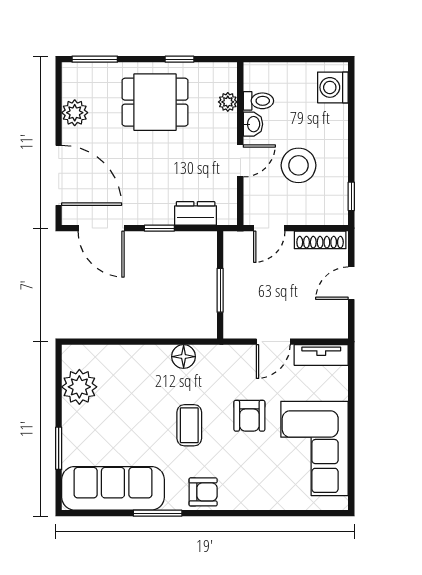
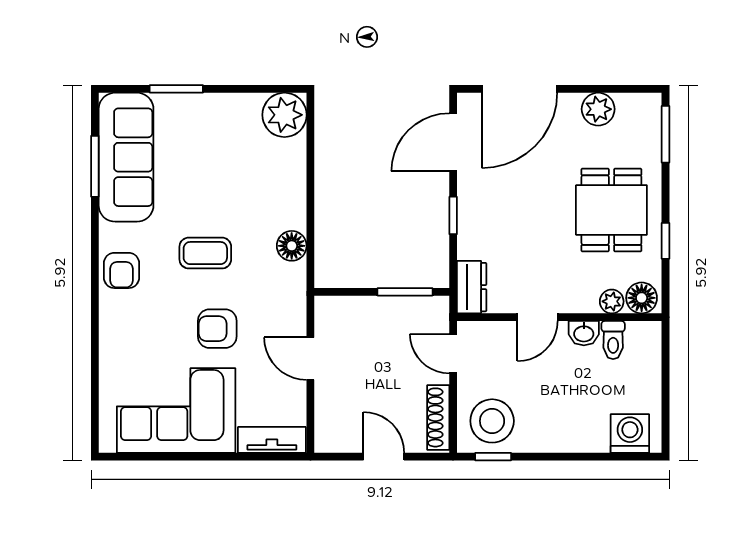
floor lamp: (225, 78) -> (642, 298), added
door: (240, 161) -> (538, 317), hinge flipped
stool: (299, 165) -> (492, 421), moved
dresser: (196, 213) -> (472, 287), moved
window: (220, 290) -> (405, 292), moved
tv unit: (321, 355) -> (272, 440), moved, turned 90
plant: (79, 387) -> (284, 115), moved
window: (158, 513) -> (95, 166), moved

